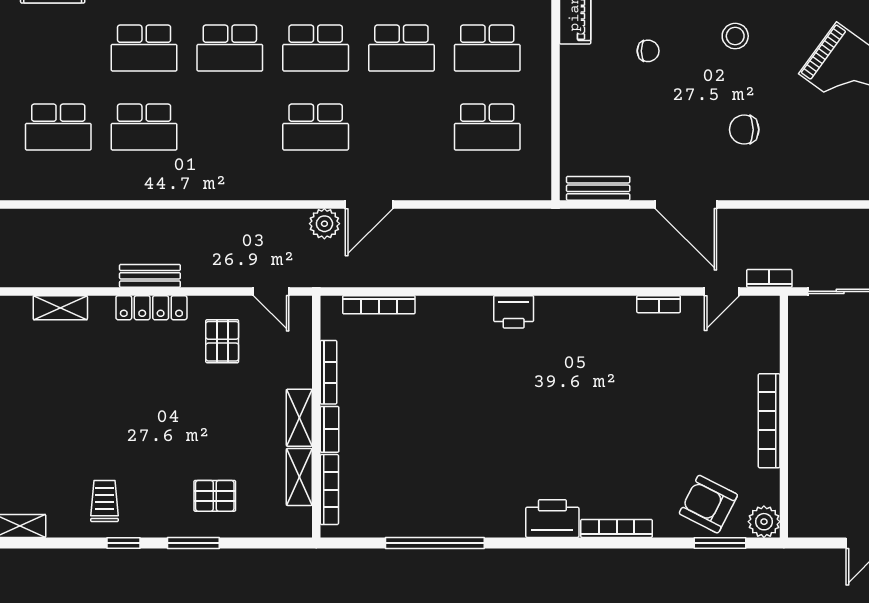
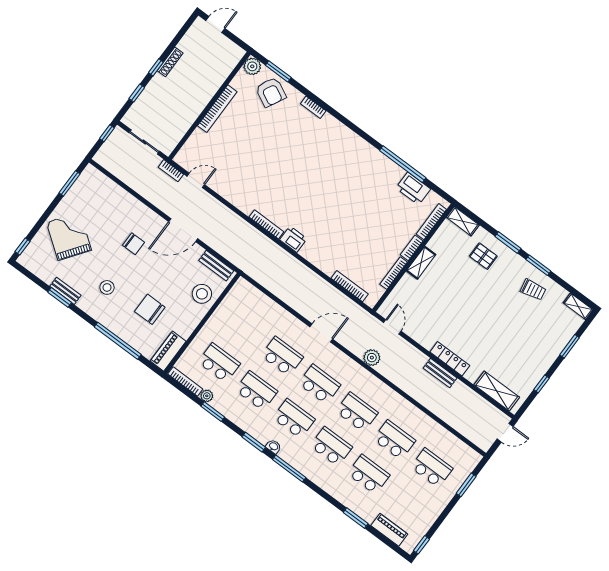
chair: (648, 51) -> (150, 309), width x1.87, depth x1.87
school desk: (230, 127) -> (357, 412), added
school desk: (487, 127) -> (282, 356), moved
stool: (588, 131) -> (202, 294), added
door: (686, 204) -> (183, 230), swing flipped
plant: (324, 224) -> (372, 358), moved
bookcase: (659, 304) -> (266, 224), moved, width x1.56
shelving: (60, 308) -> (497, 391), width x1.50, depth x1.33
pallet: (222, 341) -> (430, 321), removed
shelving: (299, 477) -> (463, 221), moved, turned 90
trolley: (104, 501) -> (533, 290), turned -101
printer: (552, 519) -> (413, 188), moved
bookcase: (617, 528) -> (313, 107), width x0.64
window: (123, 543) -> (538, 265), width x1.50

